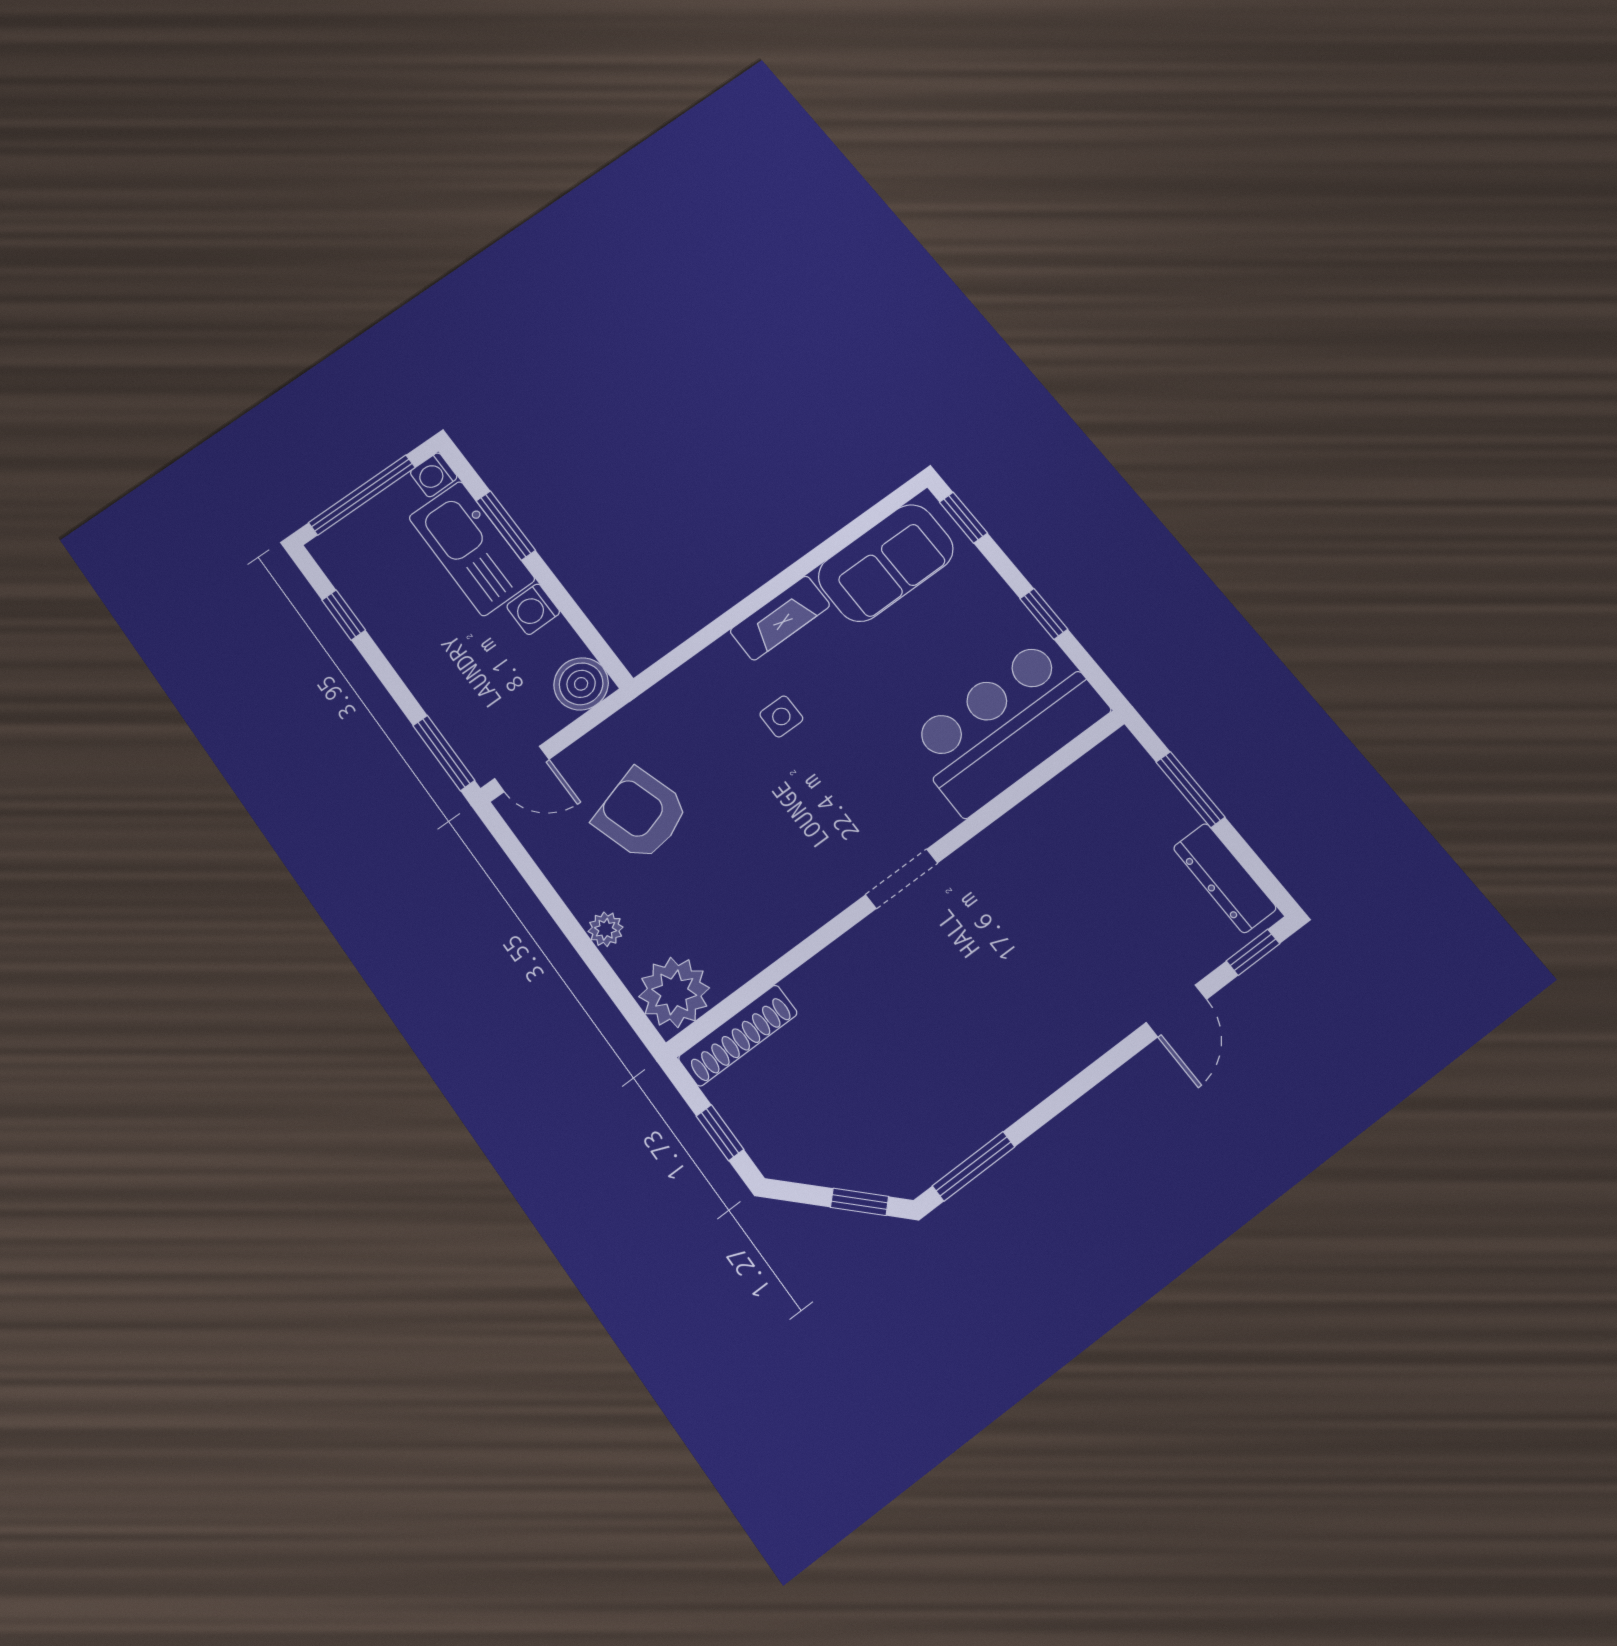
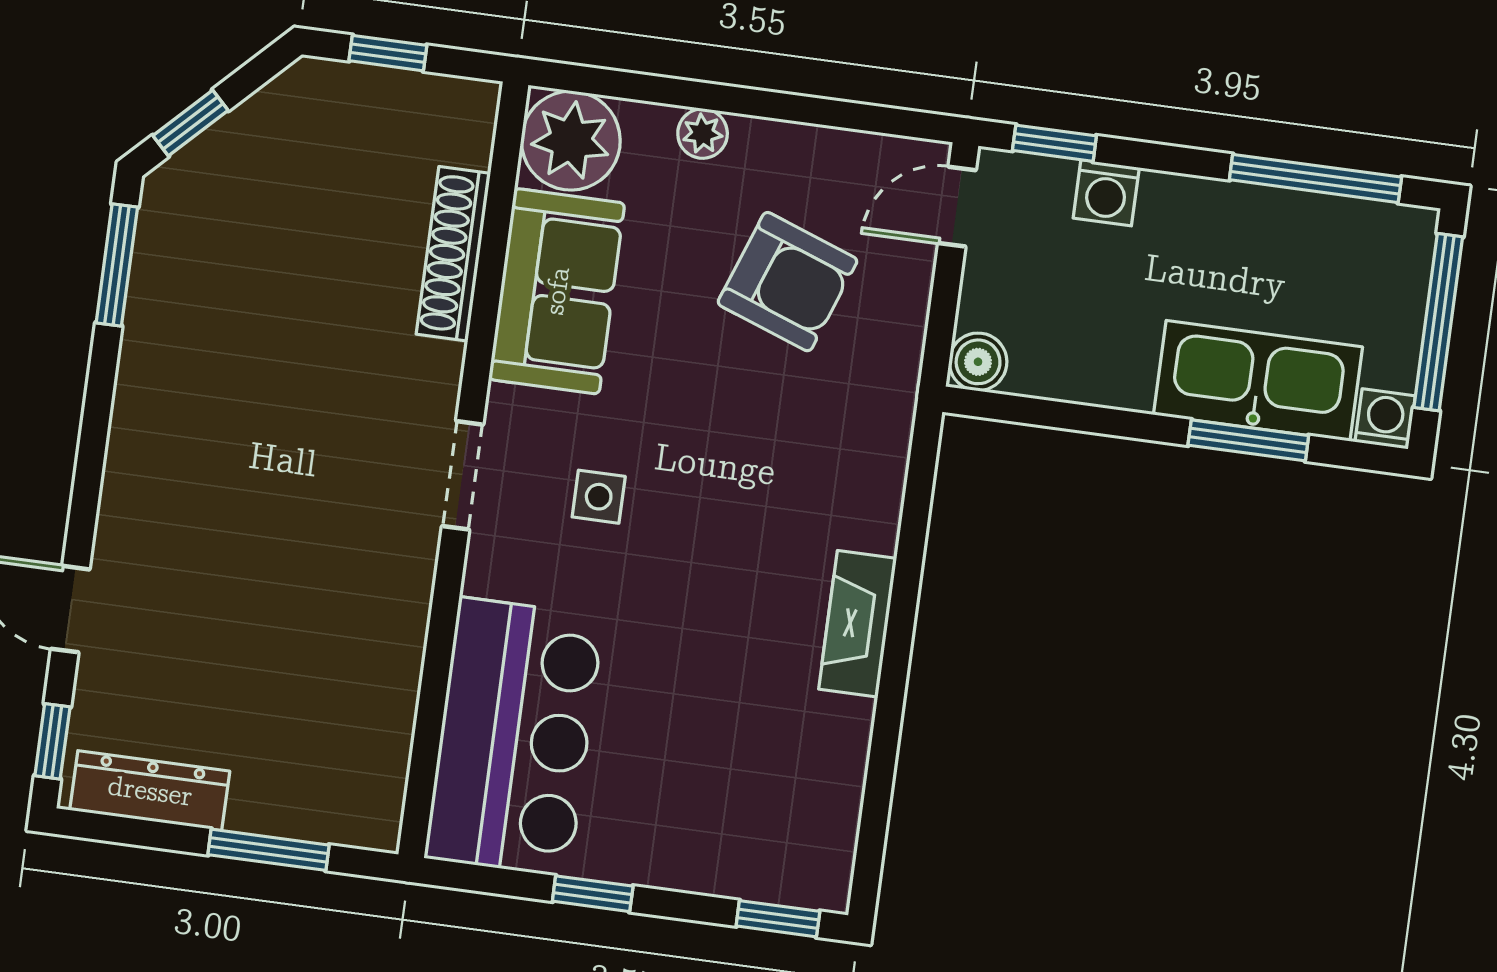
sofa: (886, 563) -> (557, 291), moved, turned 180
washing machine: (533, 609) -> (1106, 193), moved, turned 180
window: (344, 615) -> (1315, 178), width x2.17
boiler: (581, 684) -> (978, 362), width x0.73, depth x0.73
side table: (781, 716) -> (599, 497), moved
window: (444, 753) -> (1054, 143), width x0.67
armchair: (641, 814) -> (788, 282), turned 37
shoe rack: (738, 1036) -> (453, 254), moved

